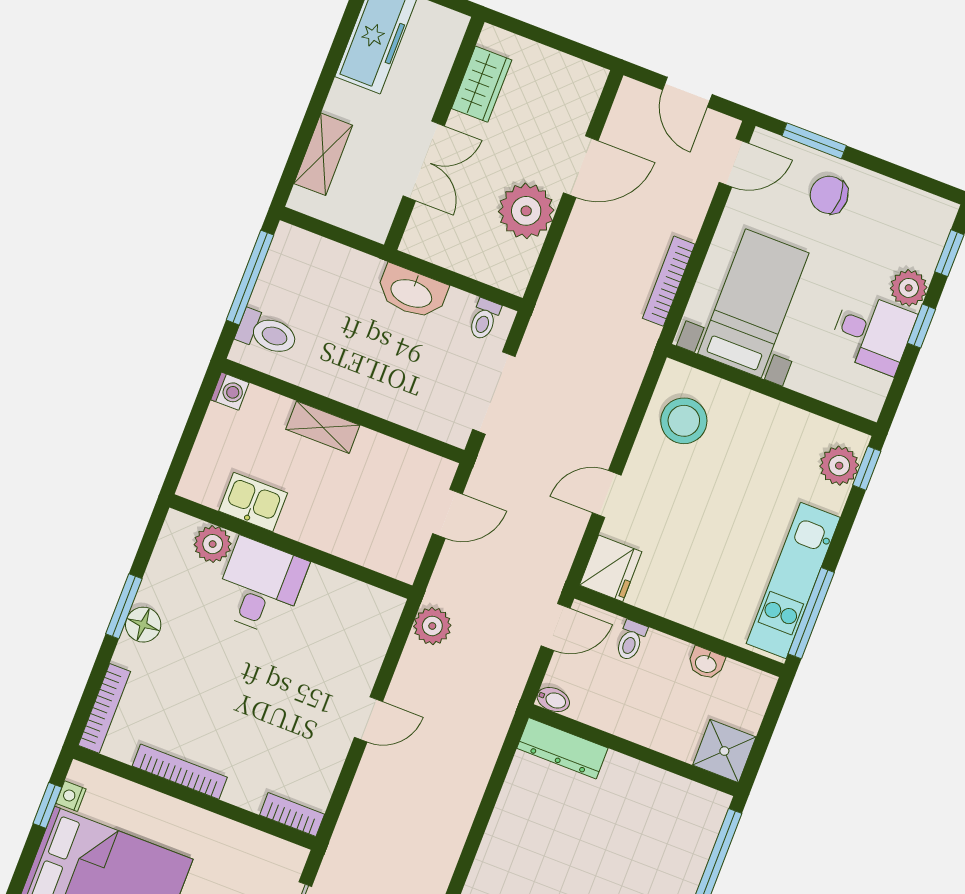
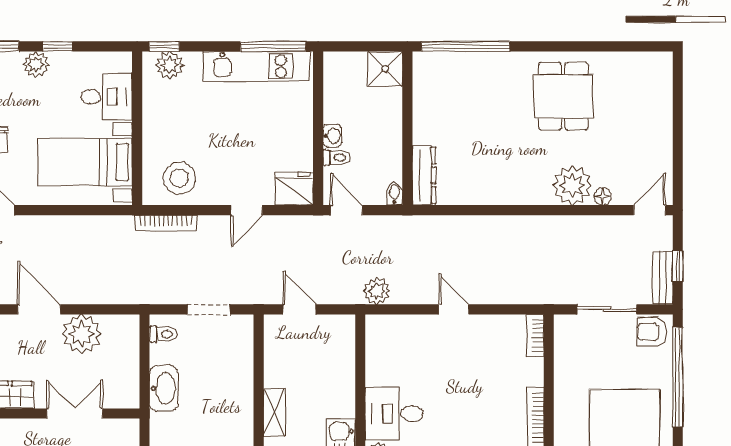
bookcase: (669, 281) -> (166, 223), moved
desk: (872, 333) -> (107, 97), moved, turned 90
doorway: (494, 393) -> (209, 309), width x0.73
door: (607, 494) -> (247, 210), hinge flipped
washbasin: (706, 663) -> (332, 136), moved

